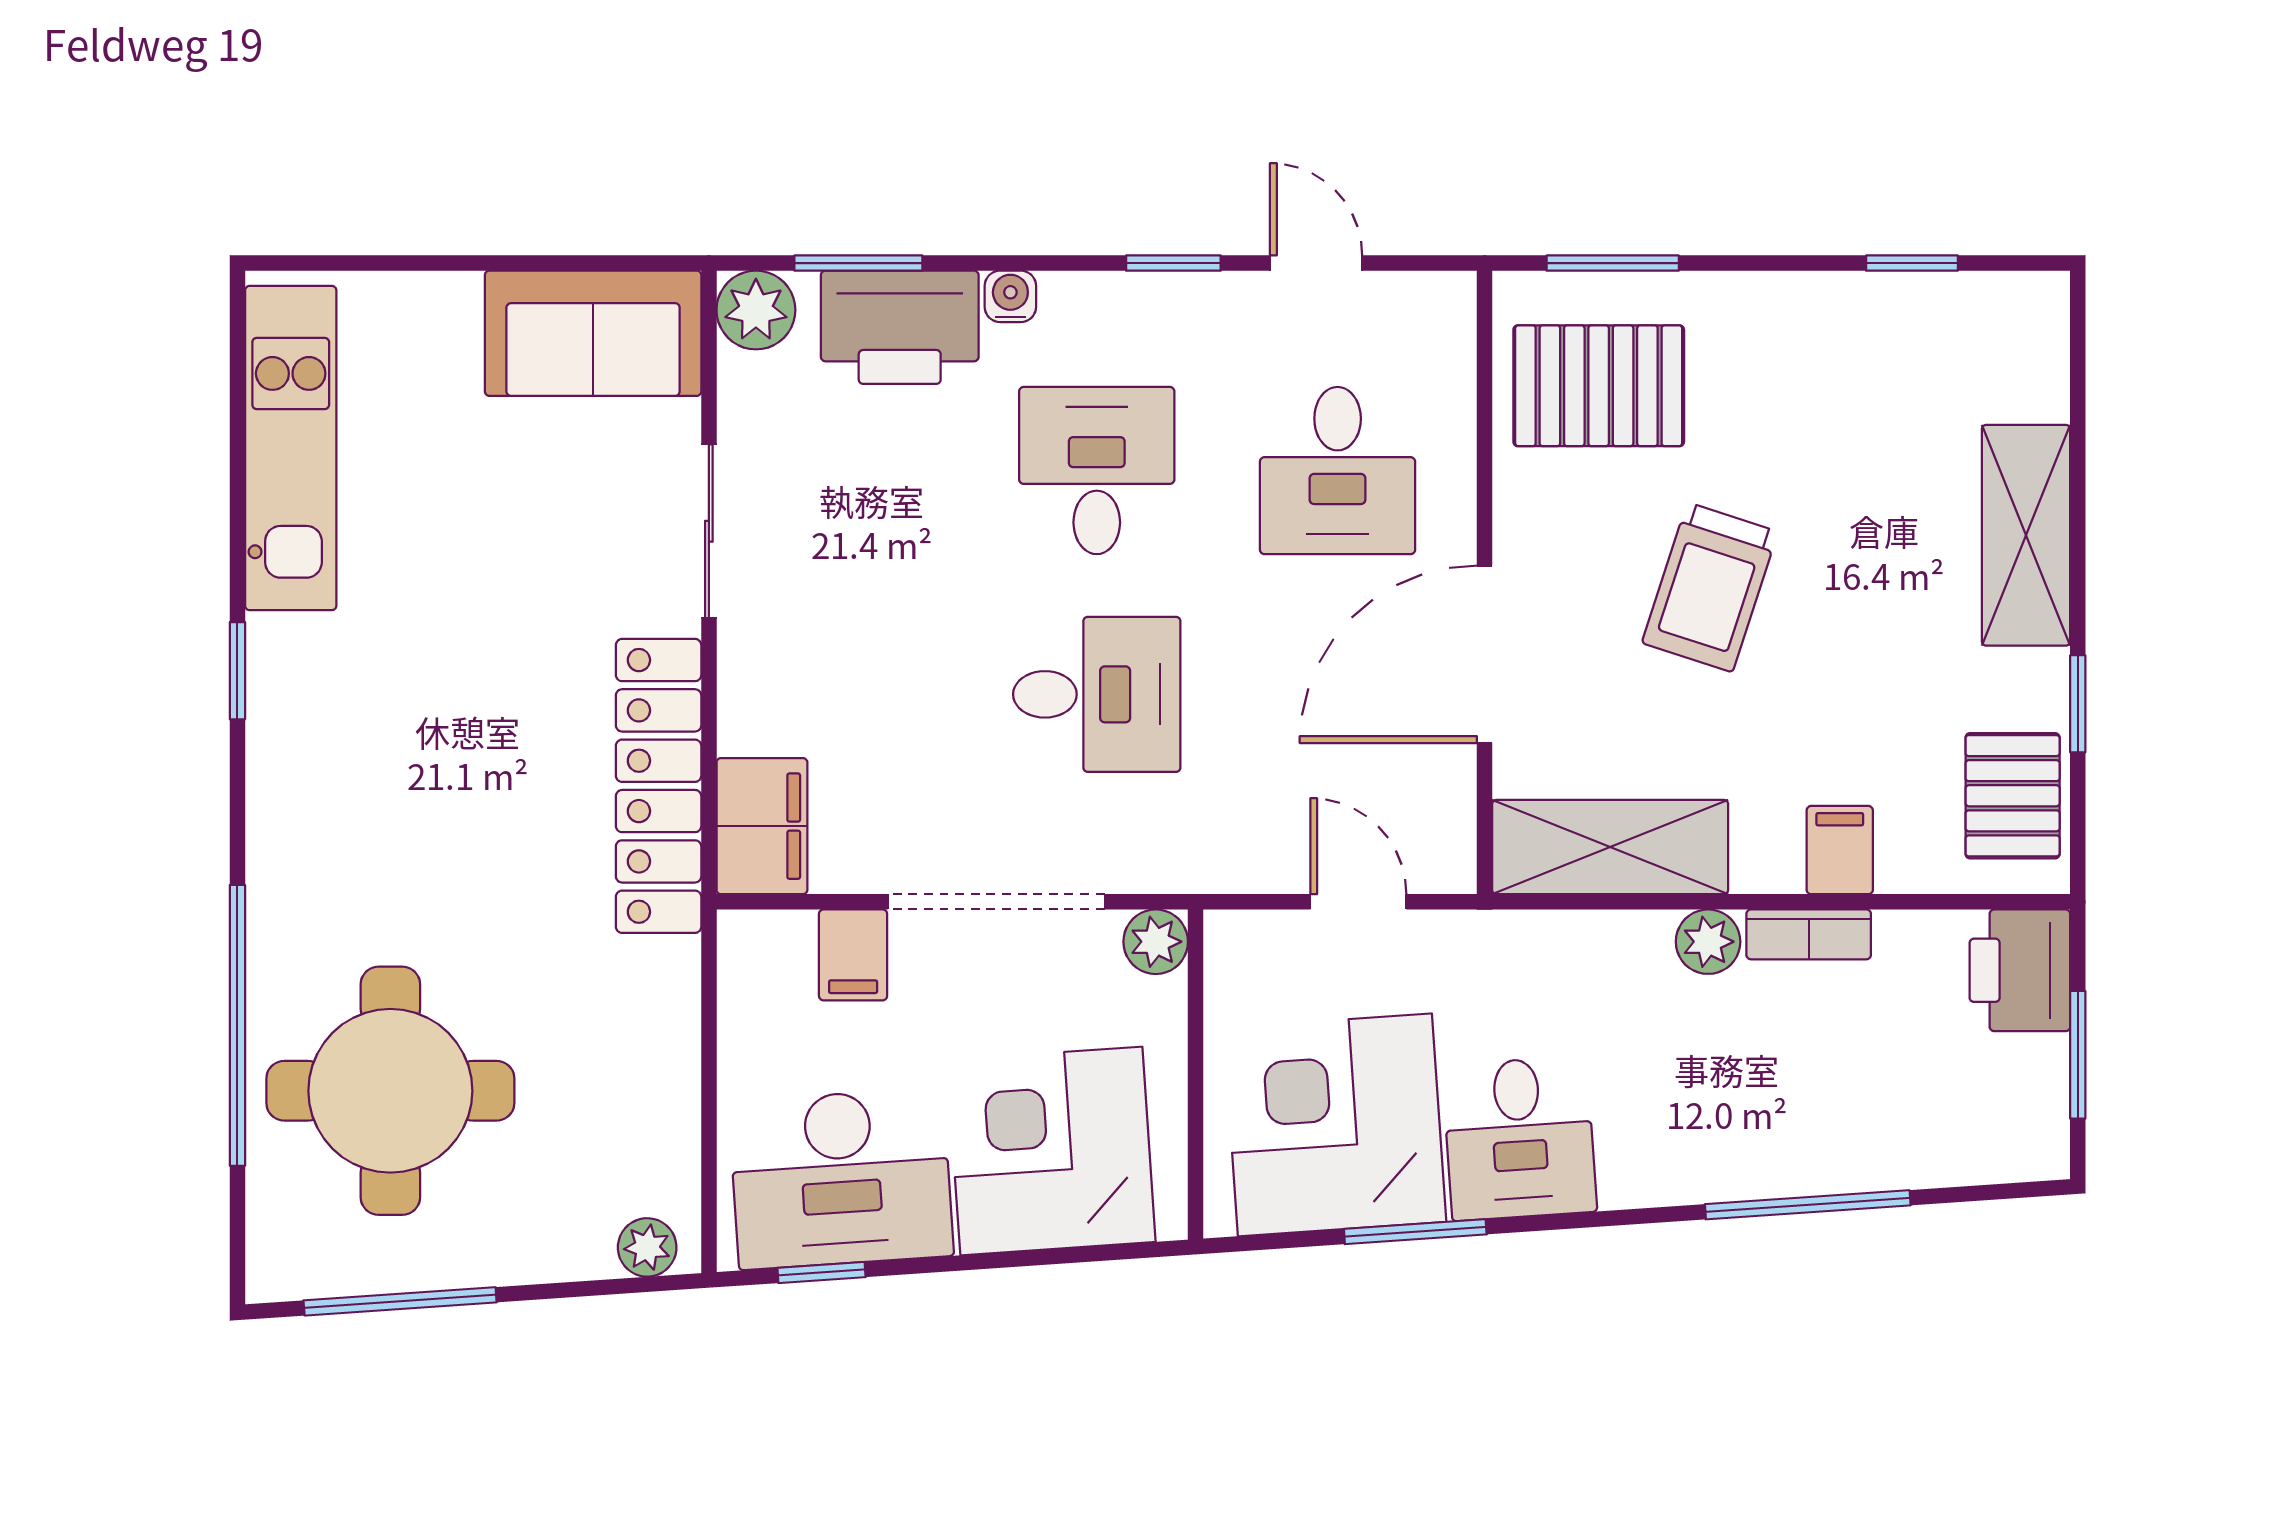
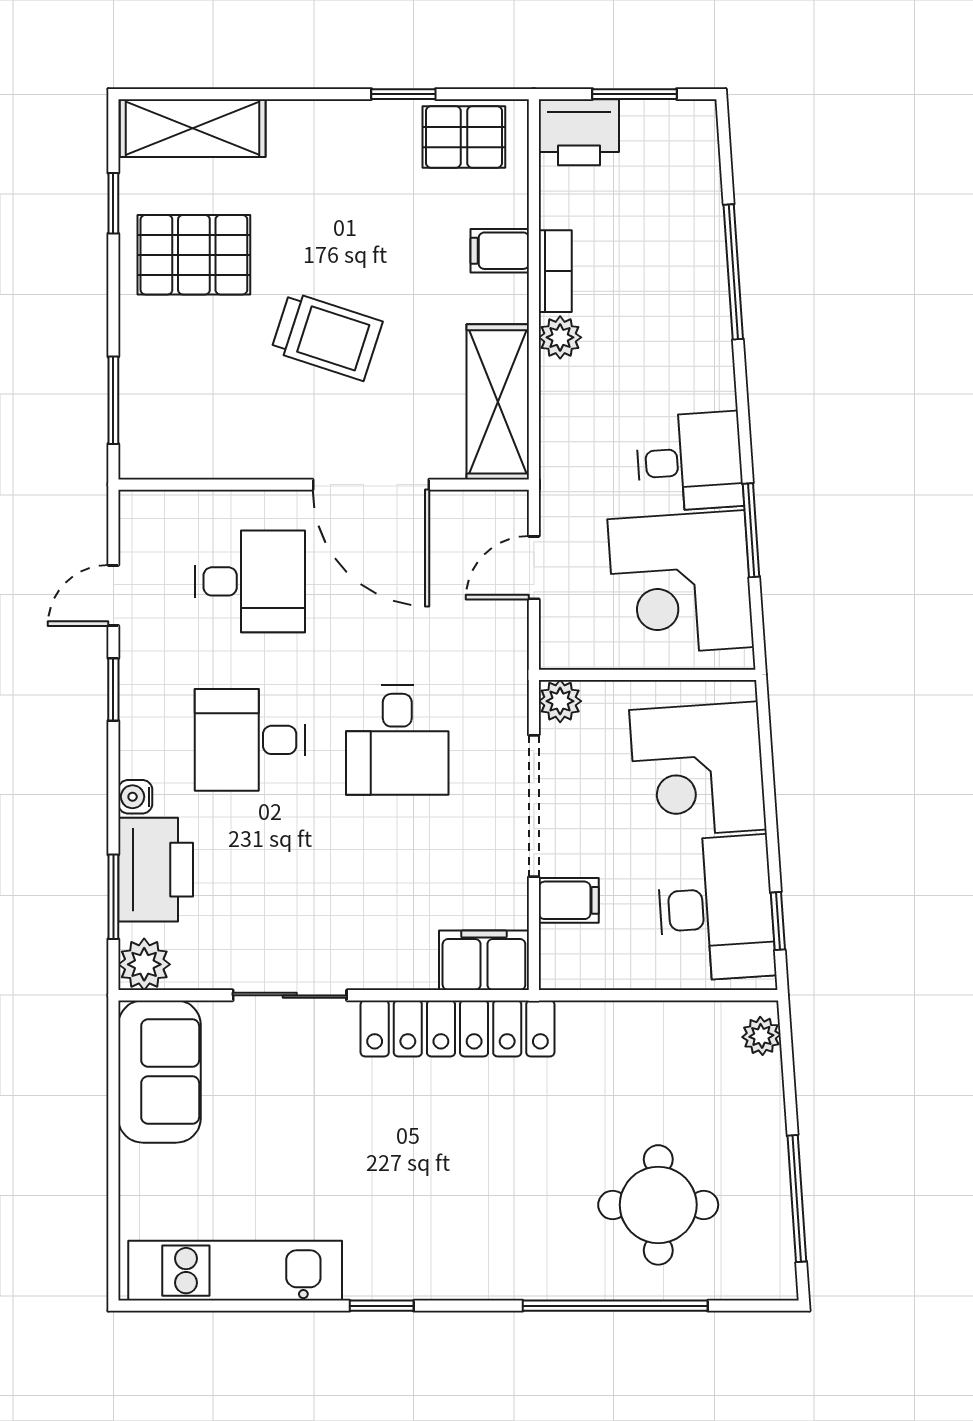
pallet: (1599, 386) -> (194, 255), moved, turned 90
shelving: (2026, 535) -> (193, 128), moved
desk: (1097, 694) -> (397, 740), turned 180
round table: (390, 1091) -> (658, 1205), width x0.73, depth x0.73

